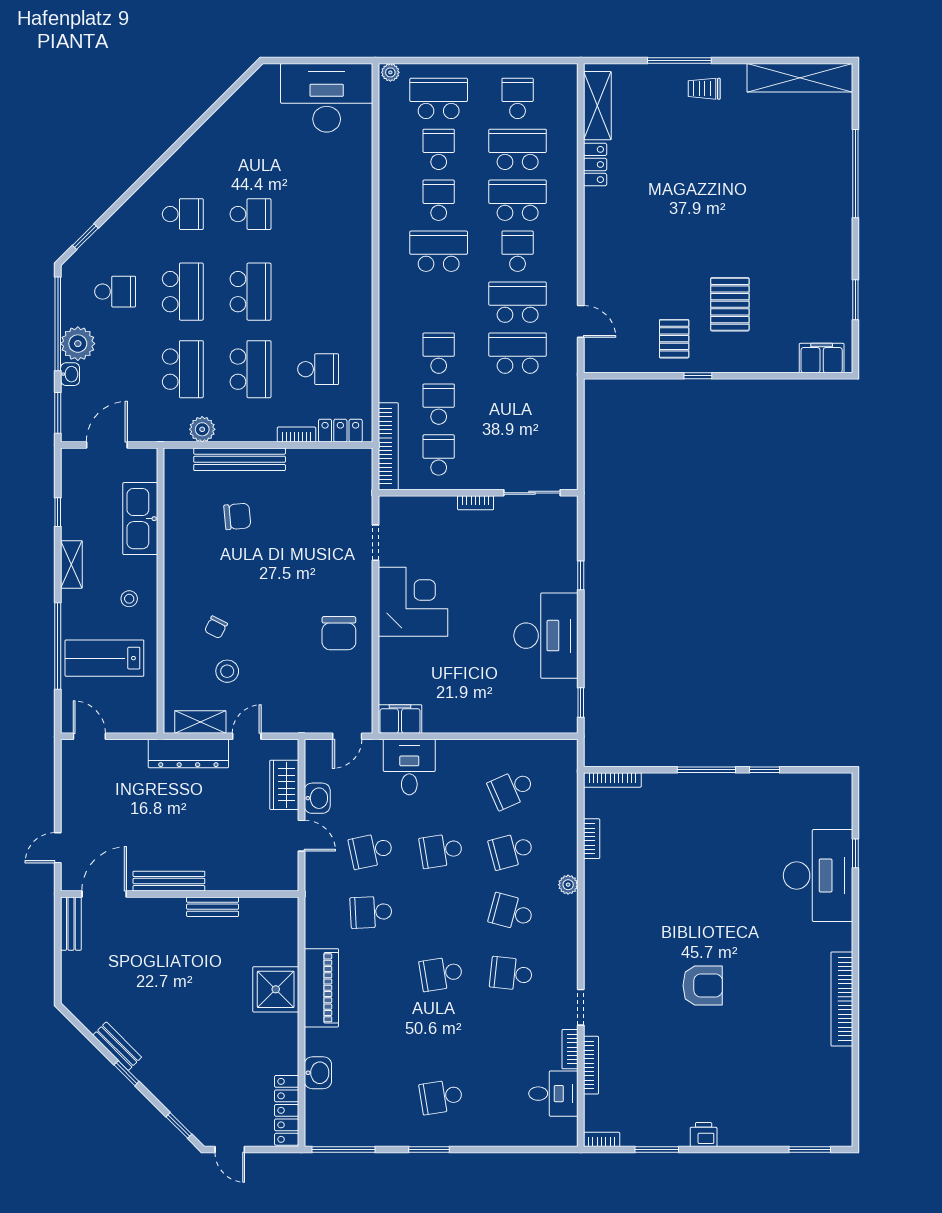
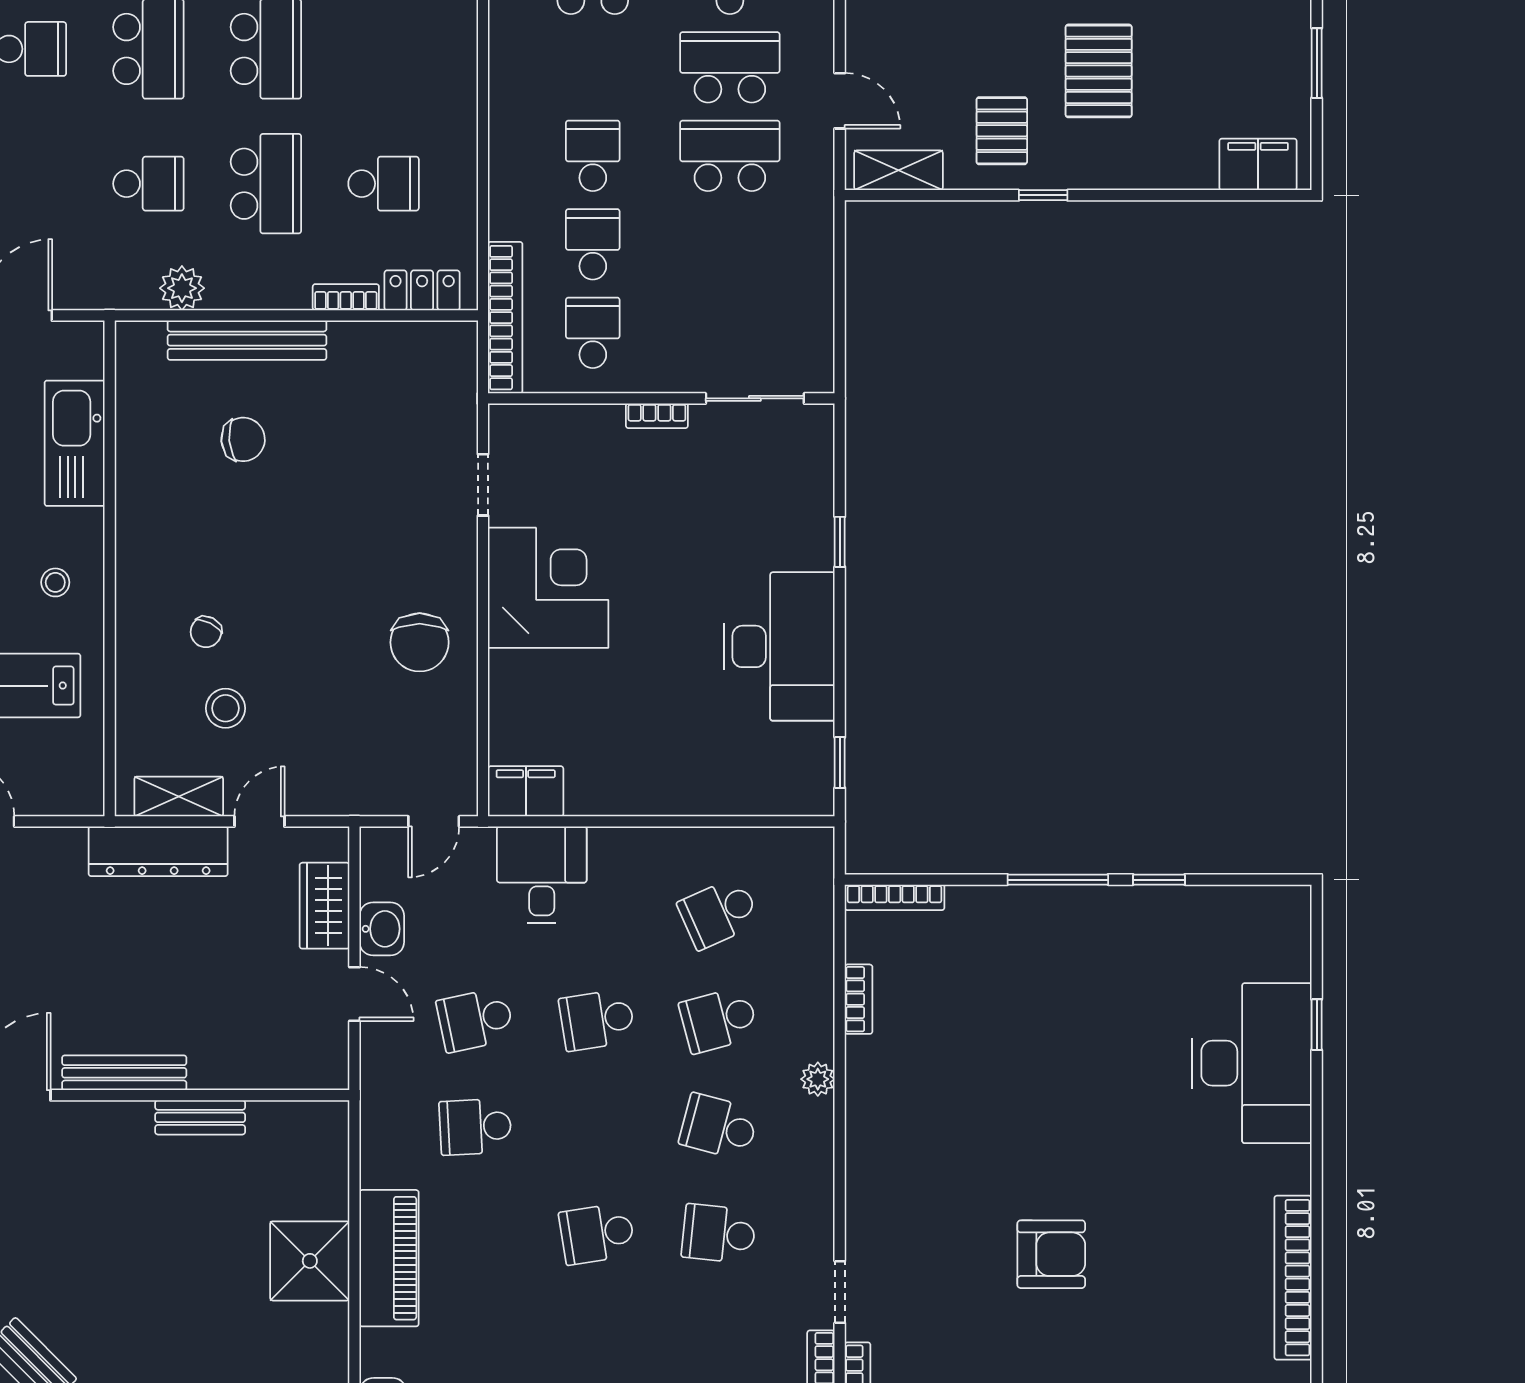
shelving: (615, 361) -> (899, 170), added
school desk: (183, 369) -> (148, 184), width x0.54

